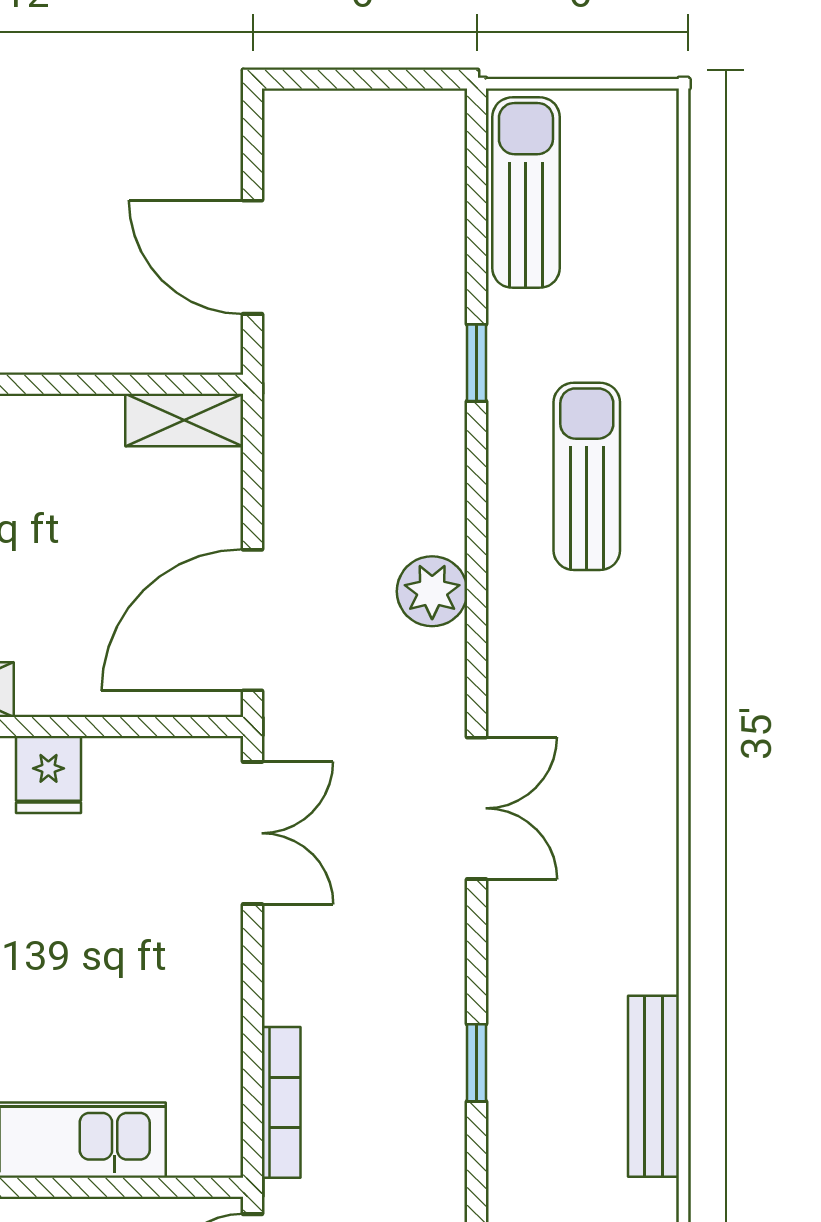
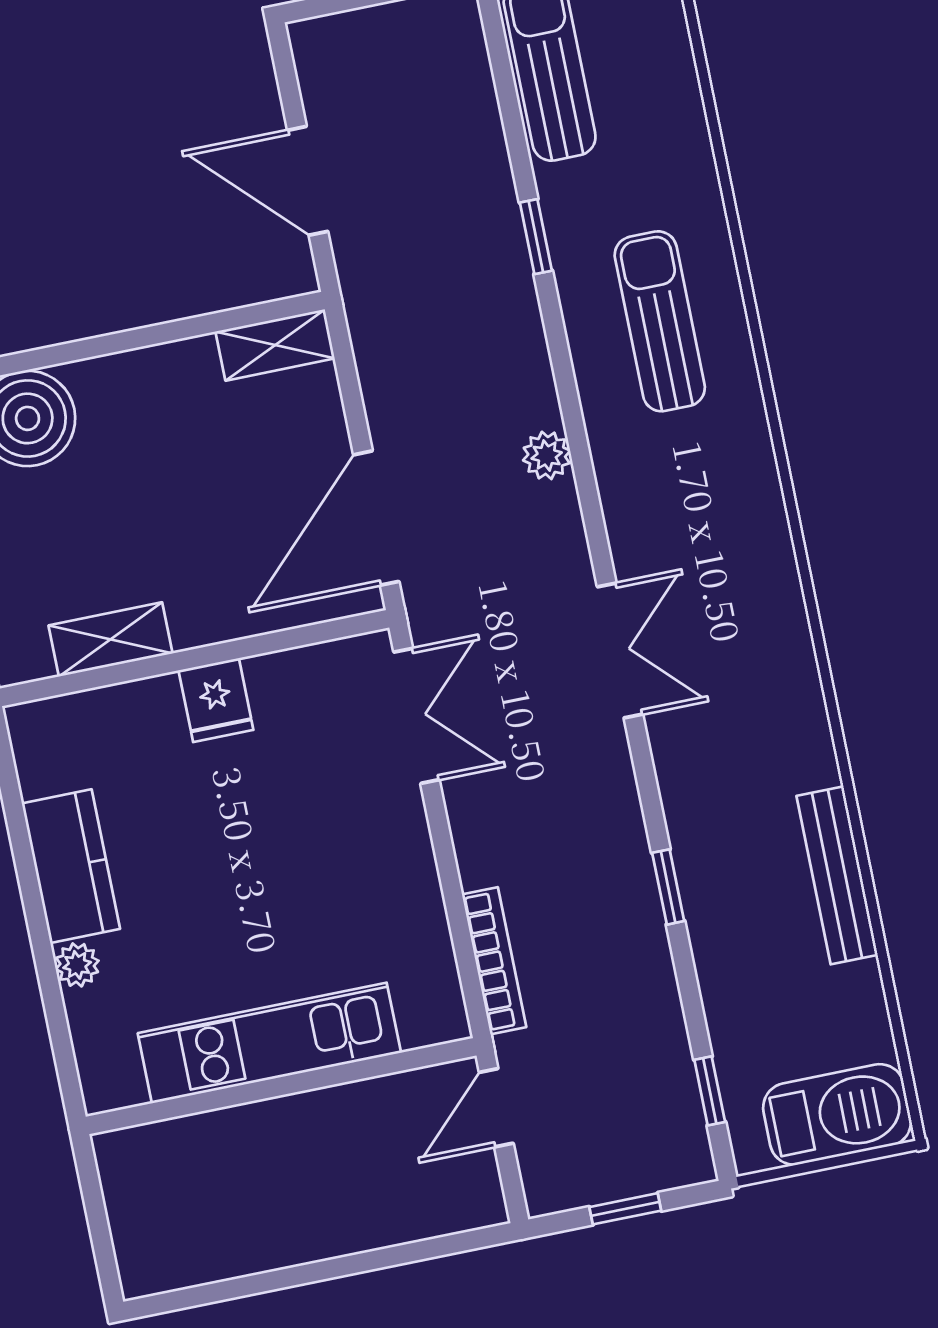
plant: (432, 591) -> (547, 455), width x0.73, depth x0.73

